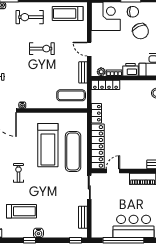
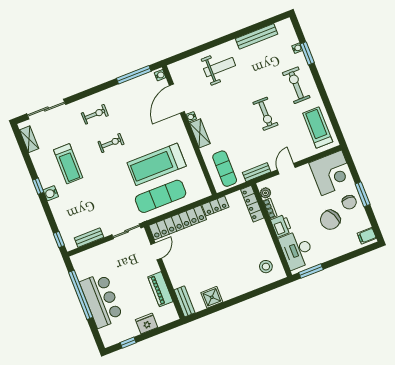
shelving: (37, 104) -> (200, 133), added
door: (113, 171) -> (156, 251), hinge flipped

